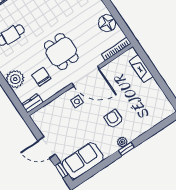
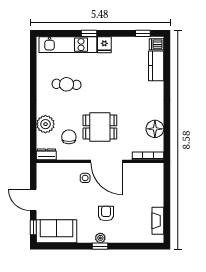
dining table: (61, 52) -> (100, 127), turned 90
fireplace: (141, 69) -> (158, 221), moved

